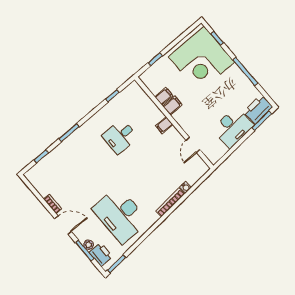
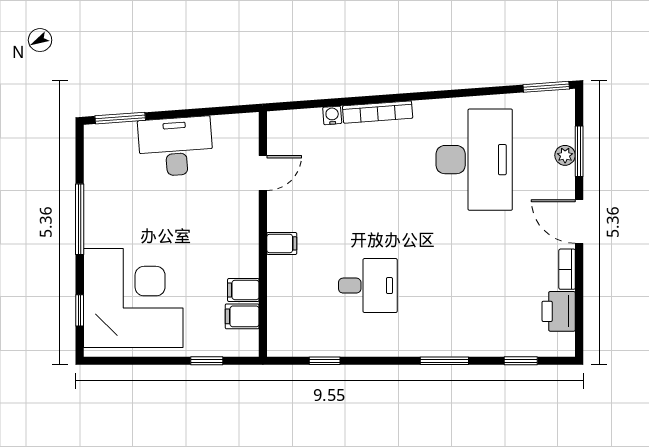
filing cabinet: (172, 106) -> (242, 316), moved
printer: (258, 109) -> (111, 141), removed
printer: (101, 254) -> (559, 311), moved

